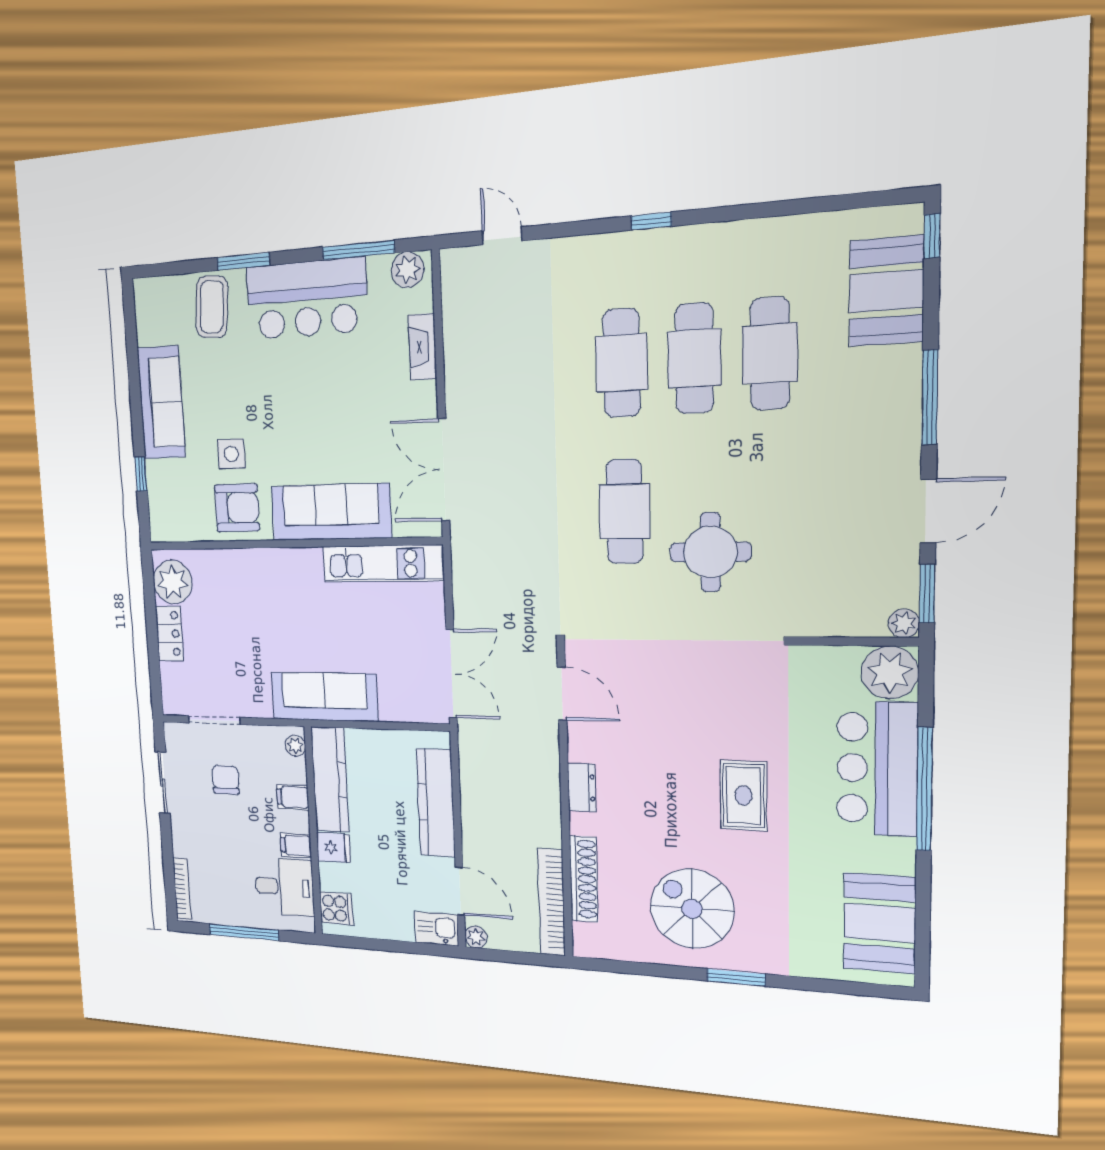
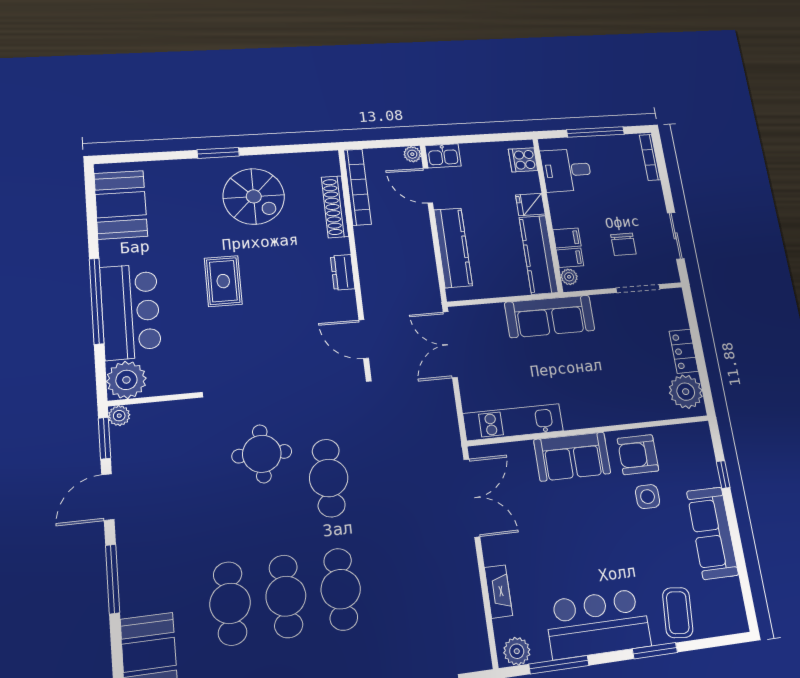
sofa: (331, 512) -> (572, 457), width x0.73
filing cabinet: (296, 846) -> (570, 258), moved

